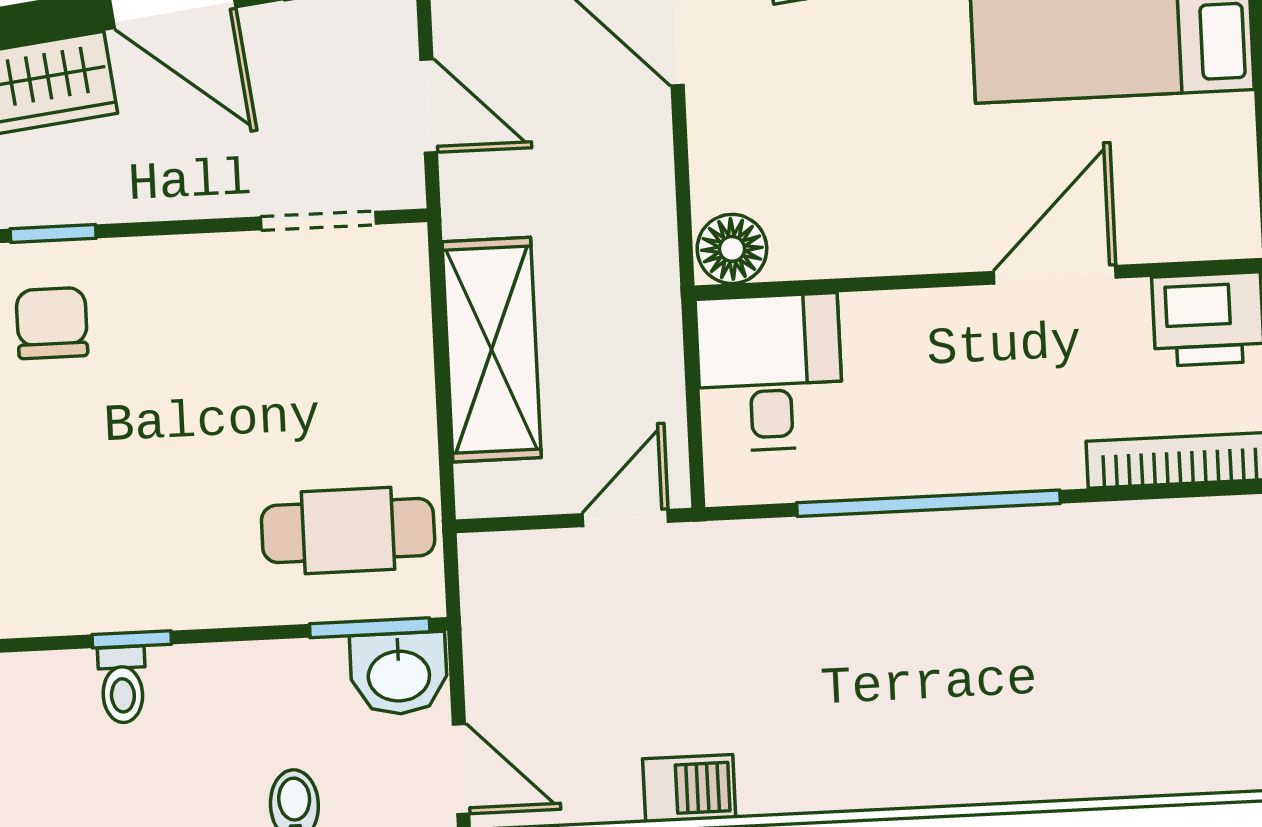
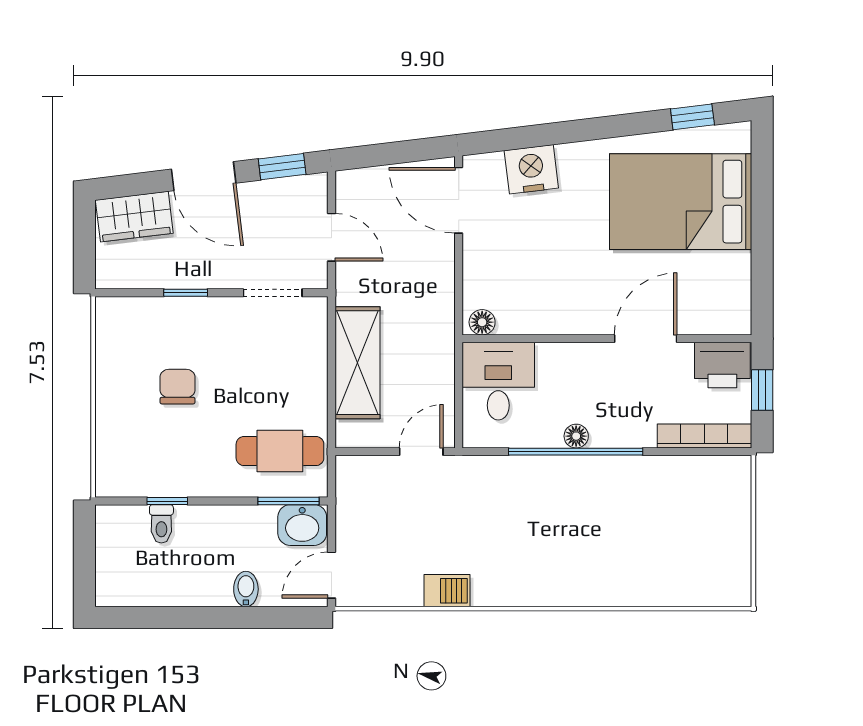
window: (53, 234) -> (186, 293), moved
floor lamp: (732, 249) -> (482, 322), width x0.73, depth x0.73
chair: (52, 323) -> (178, 387), moved
floor lamp: (928, 473) -> (576, 436), added
door: (461, 769) -> (331, 575), swing flipped

